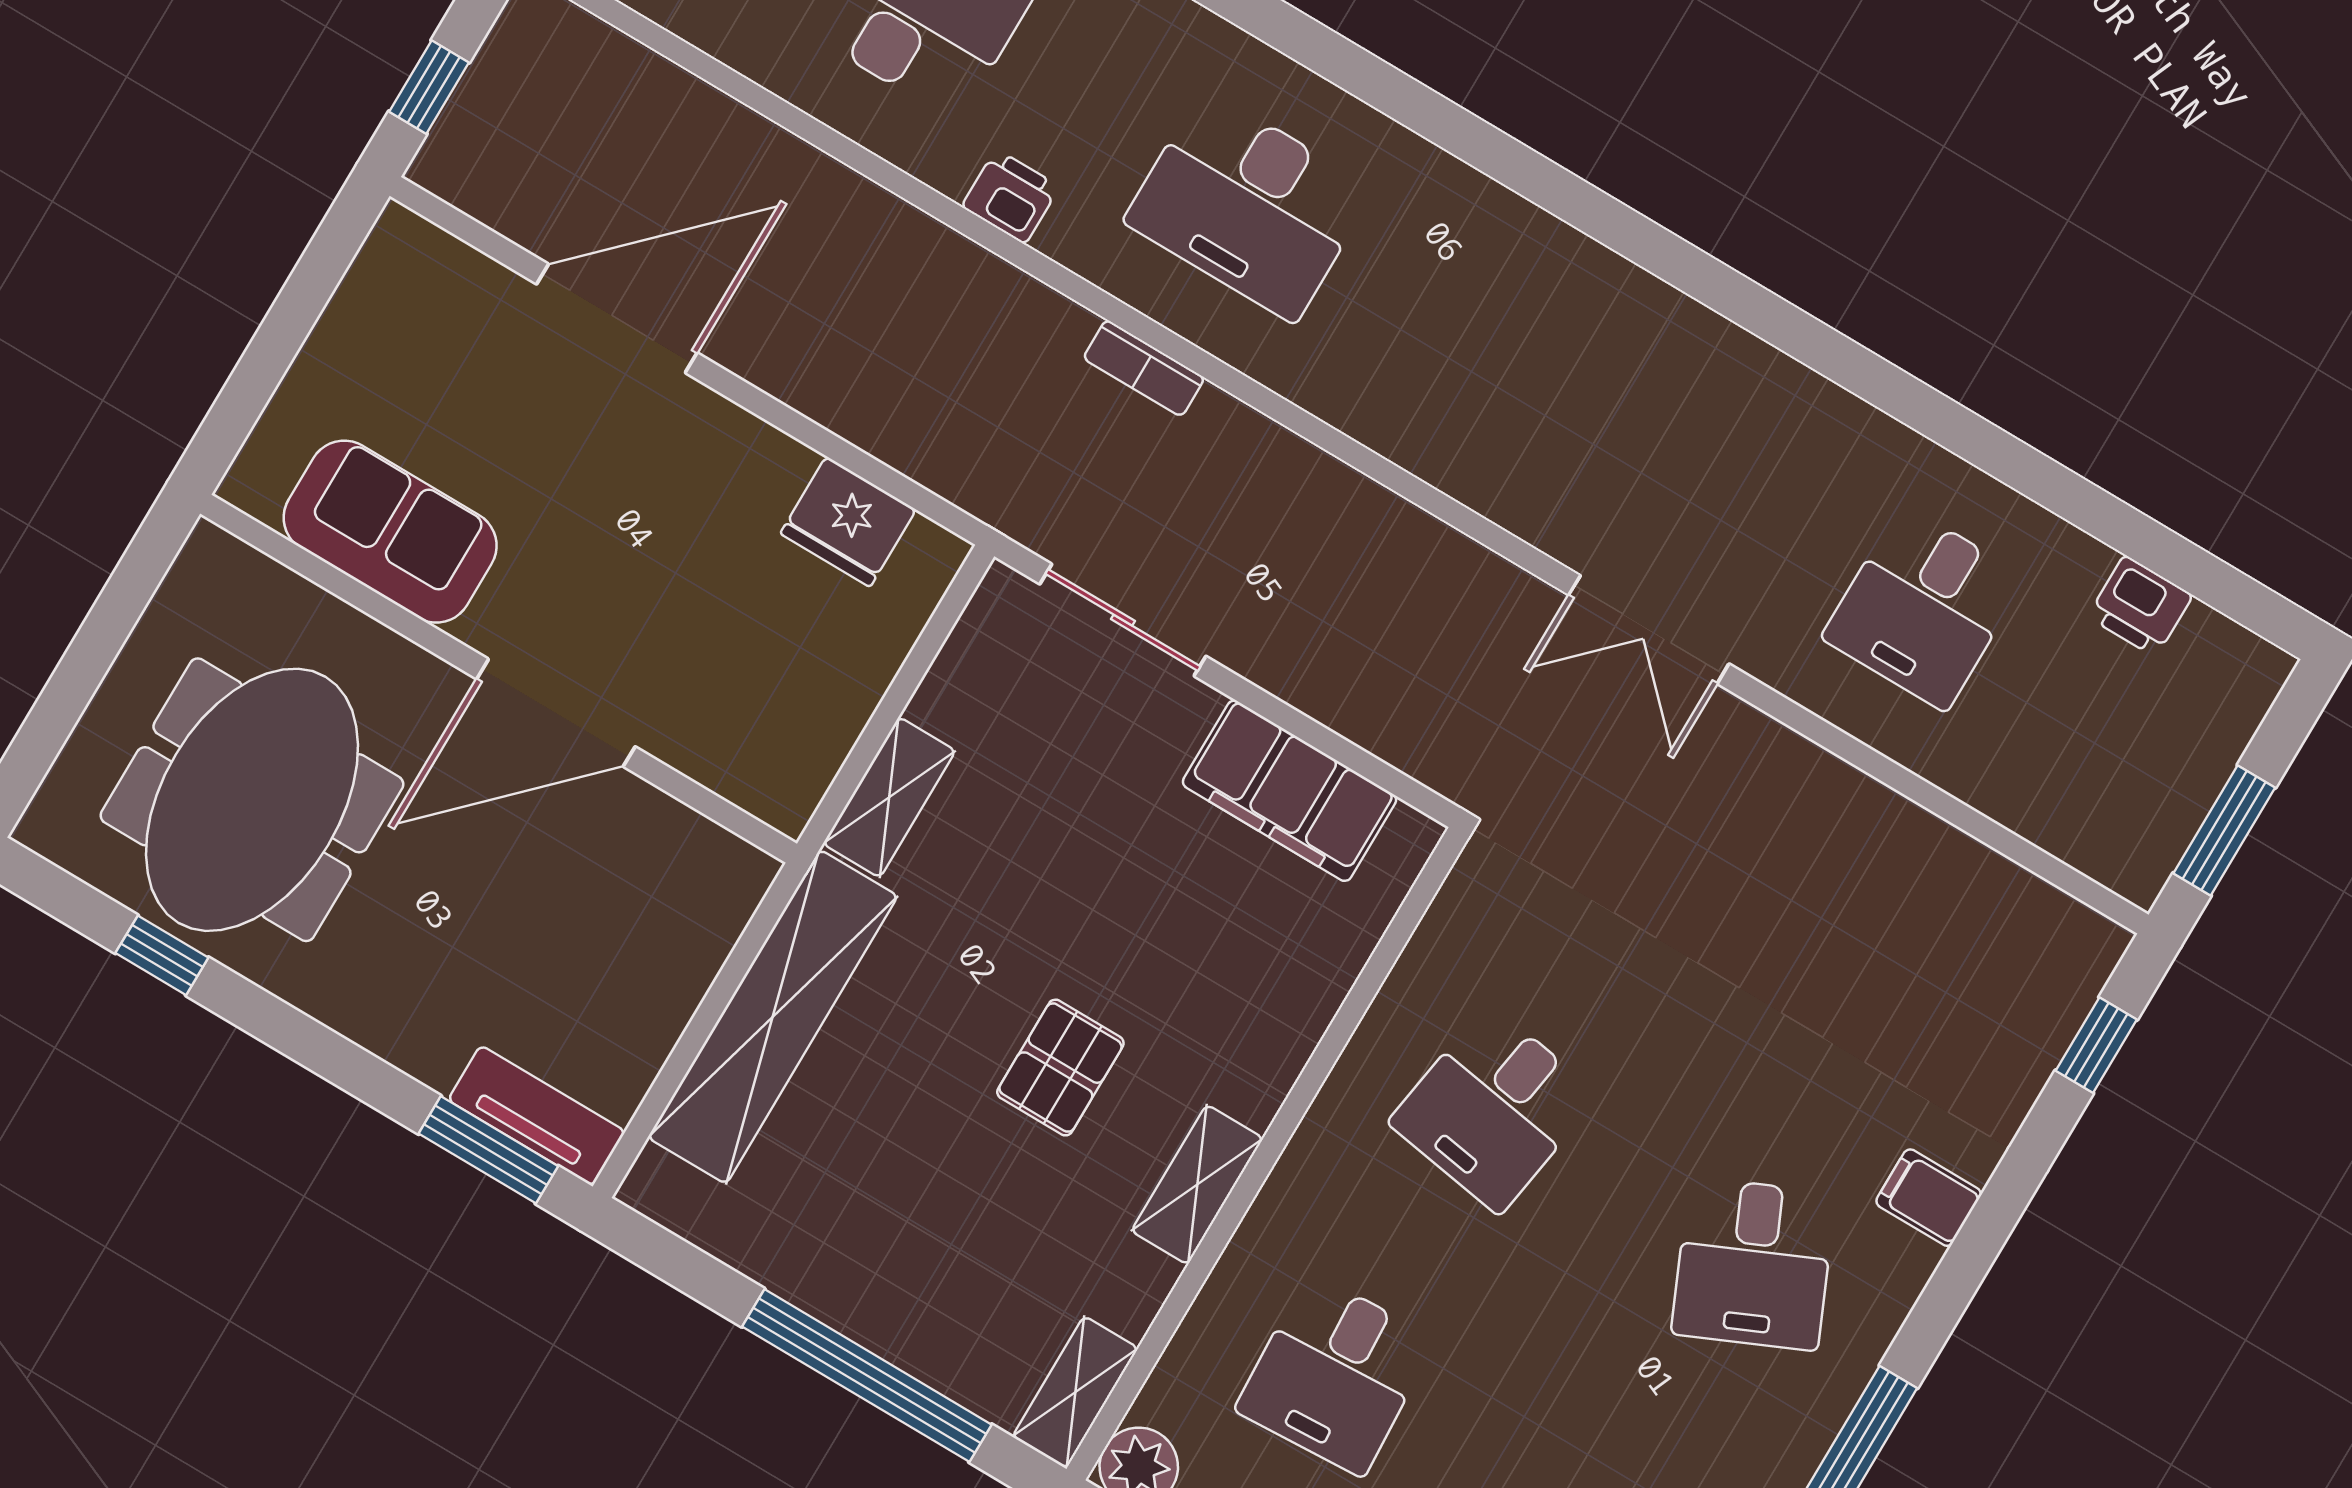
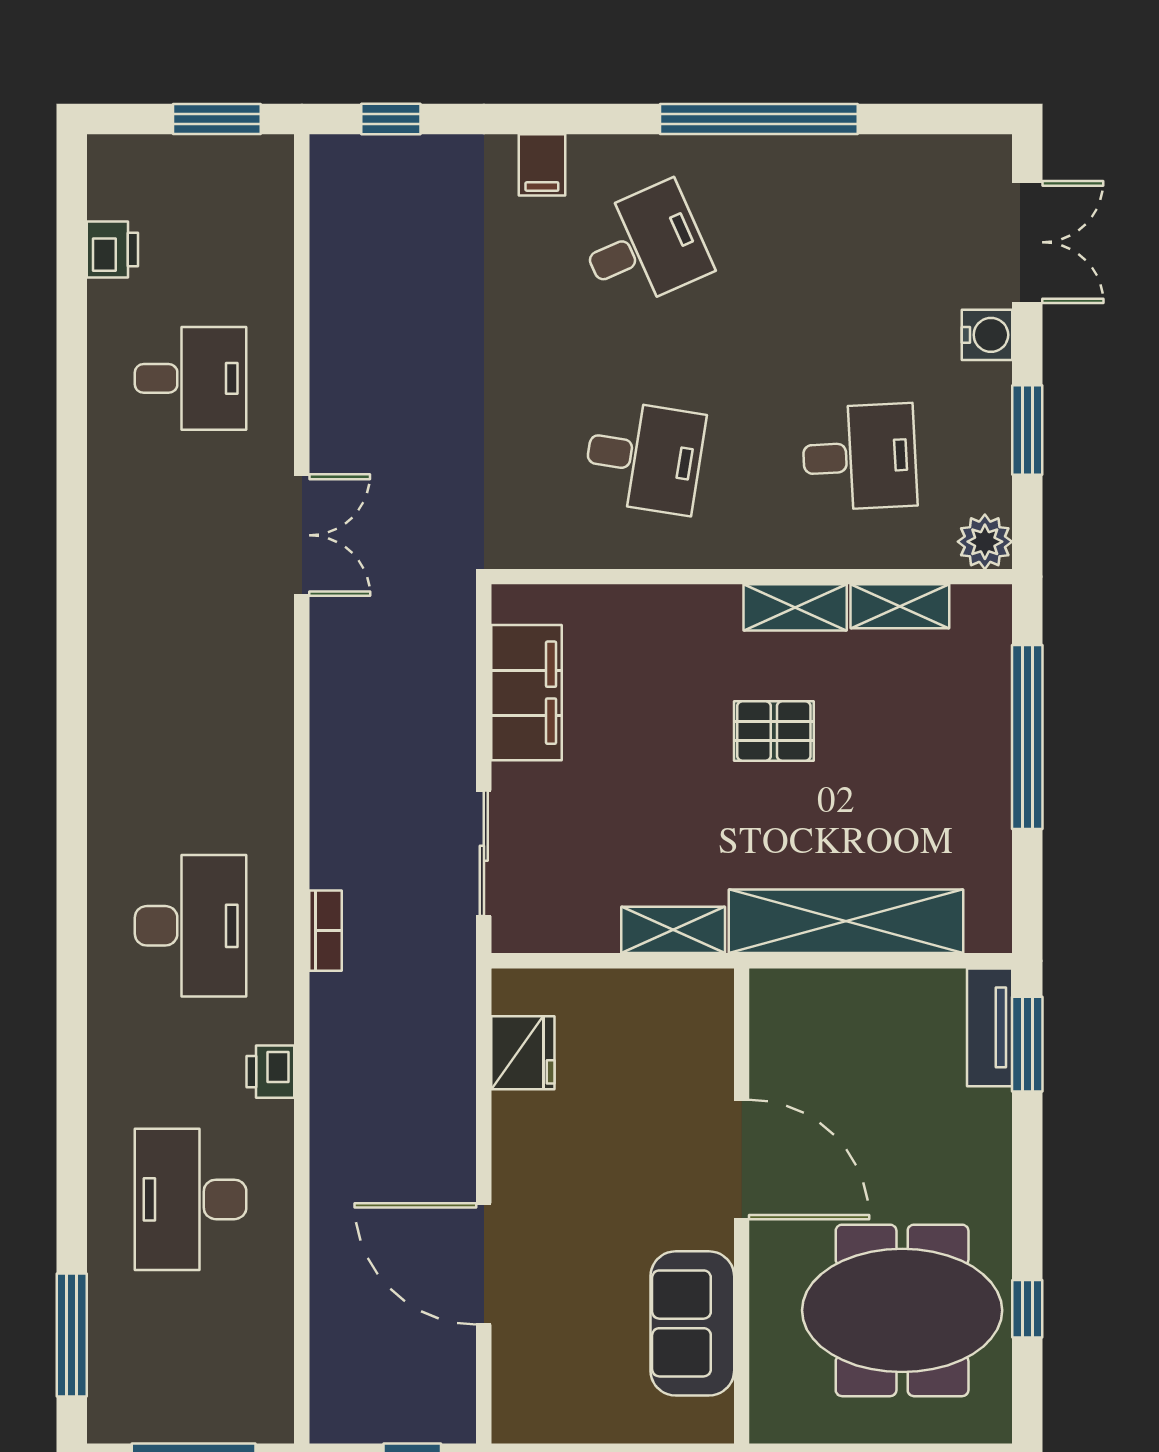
shelving: (1075, 1392) -> (900, 606), moved

